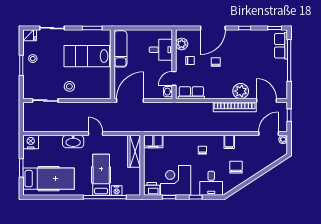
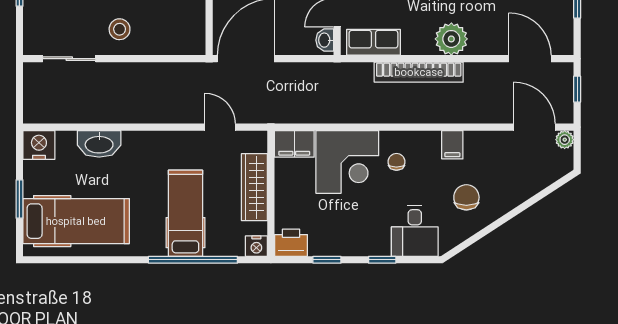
plant: (241, 91) -> (451, 39), moved
bookcase: (235, 107) -> (419, 72), moved
door: (95, 133) -> (220, 127), moved
door: (269, 133) -> (534, 127), hinge flipped
washbasin: (73, 141) -> (99, 144), moved
wardrobe: (134, 151) -> (254, 187), moved
corner desk: (176, 180) -> (347, 162), moved, turned 180
nightstand: (117, 191) -> (256, 246), moved

